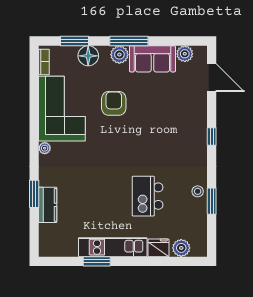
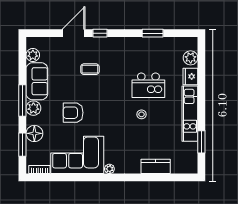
door: (212, 78) -> (74, 33), moved
coffee table: (167, 124) -> (90, 69), added
stool: (198, 191) -> (142, 114), moved
window: (34, 194) -> (147, 177), removed
window: (97, 261) -> (201, 142), moved

